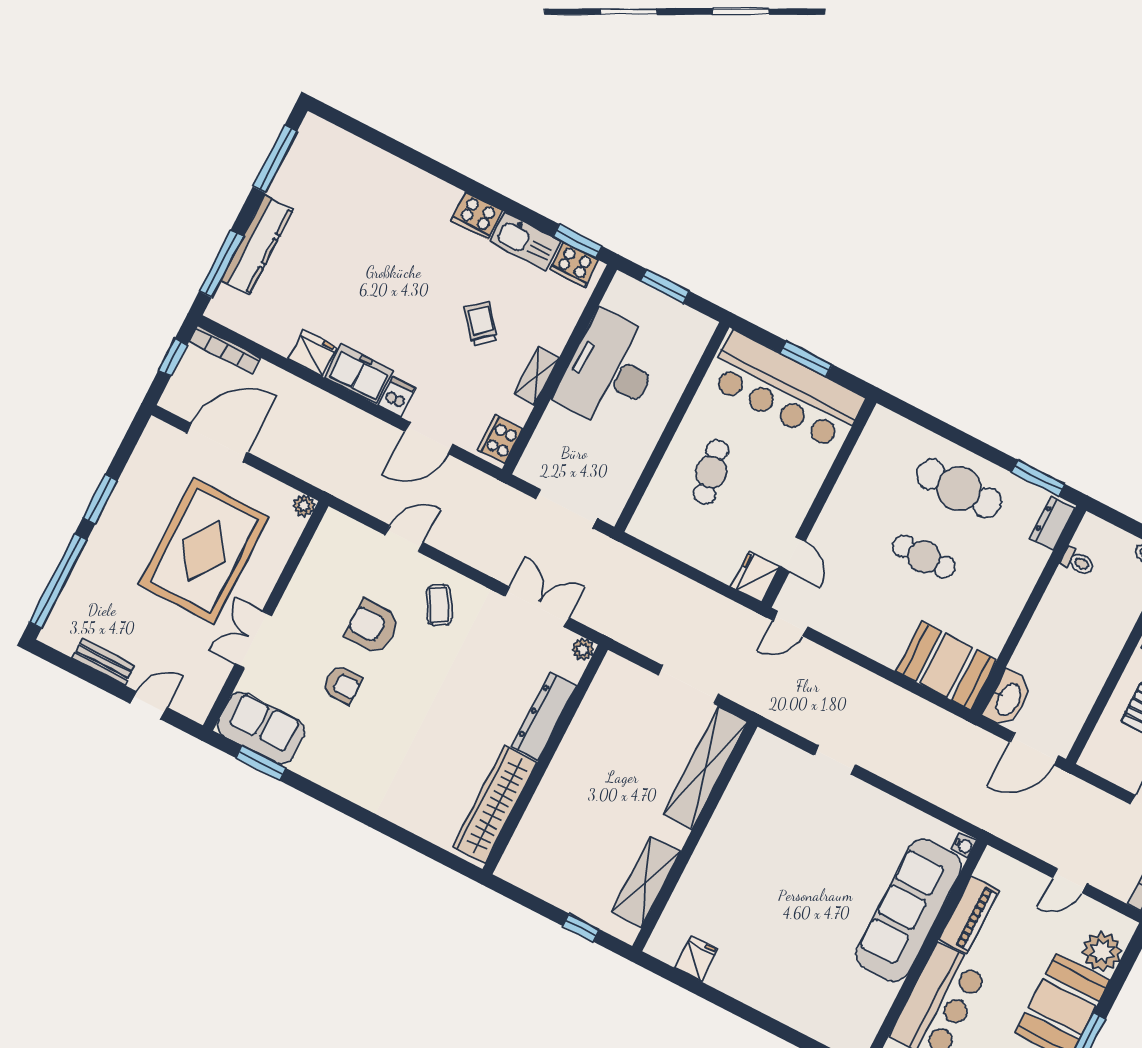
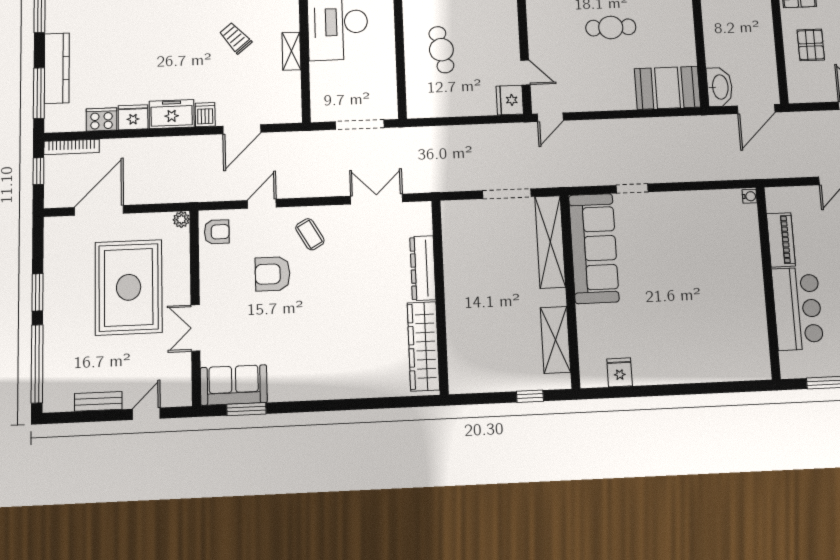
cooker: (500, 439) -> (102, 119), moved, turned 90
plant: (583, 649) -> (423, 210), removed
armchair: (342, 685) -> (217, 232), moved
sofa: (909, 910) -> (594, 248), moved, turned 180

